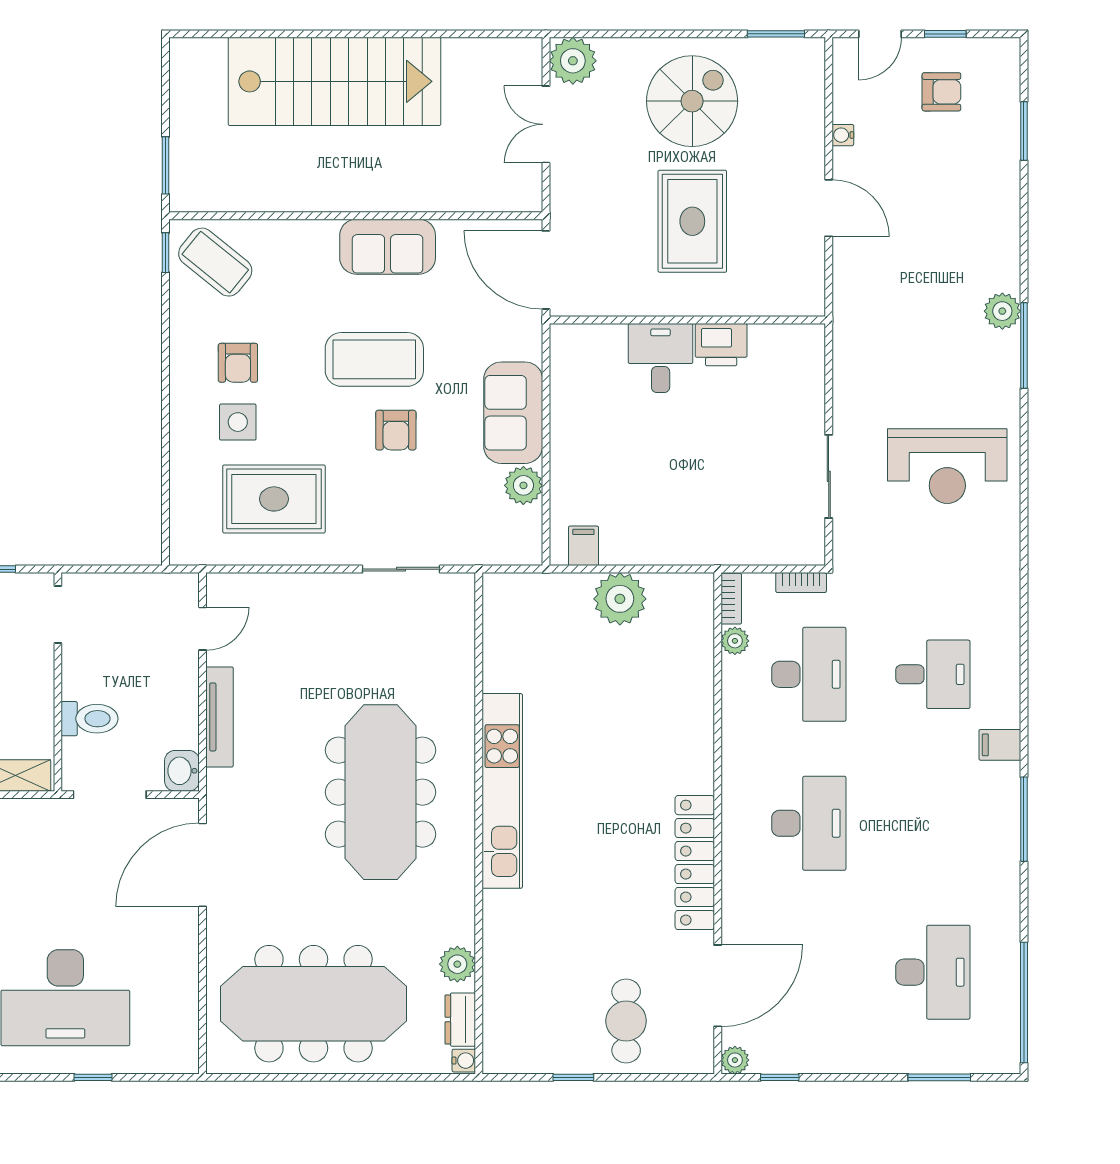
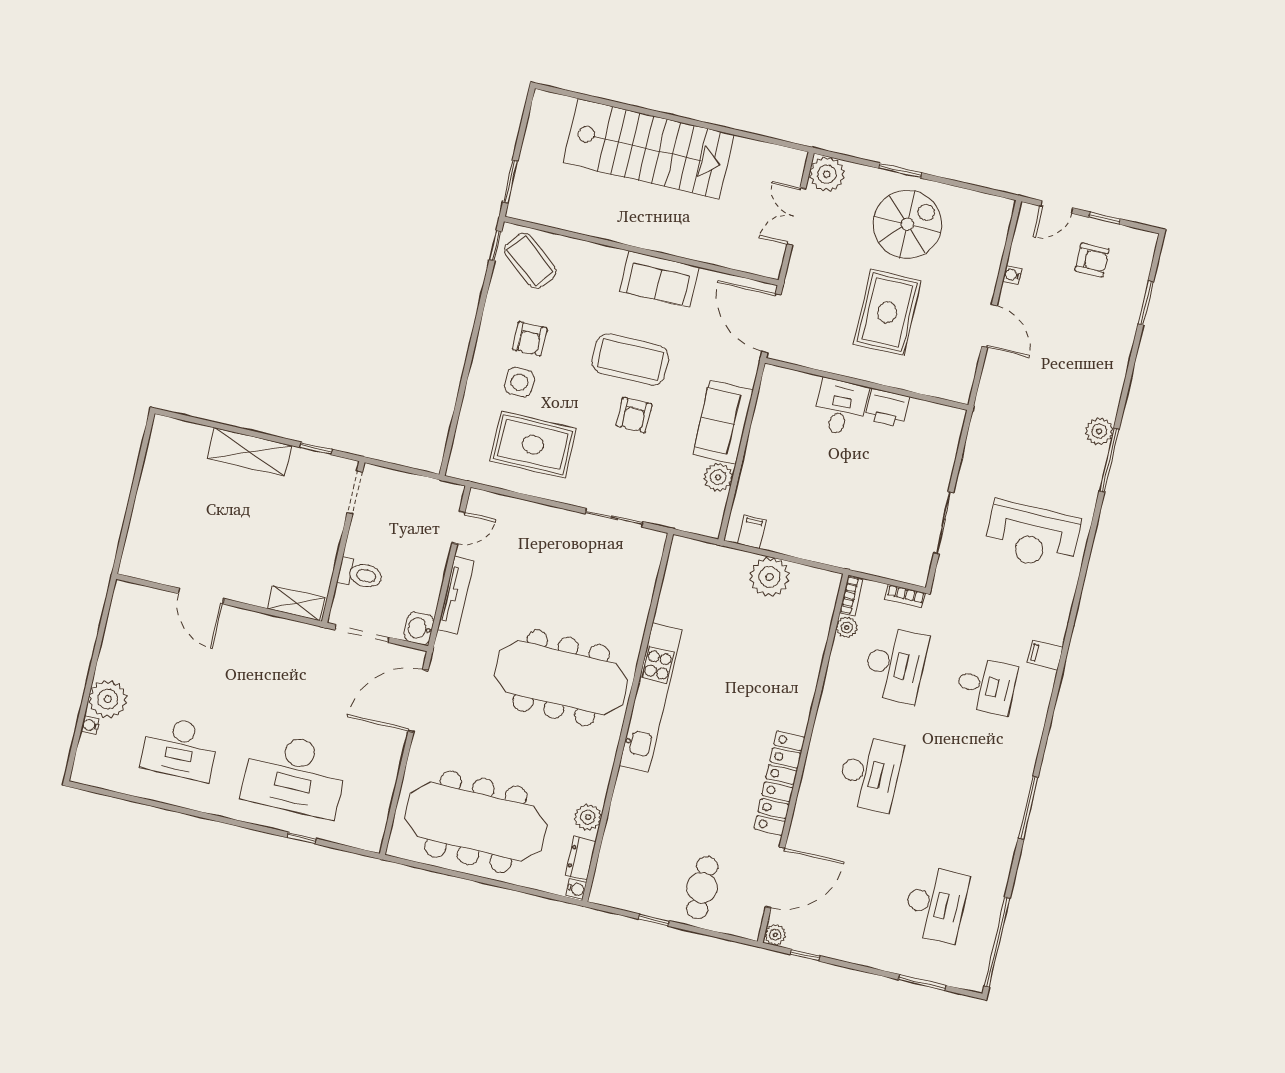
window: (776, 34) -> (900, 171), moved
filing cabinet: (1000, 745) -> (1045, 655), moved
meeting table: (381, 792) -> (561, 678), turned 90

